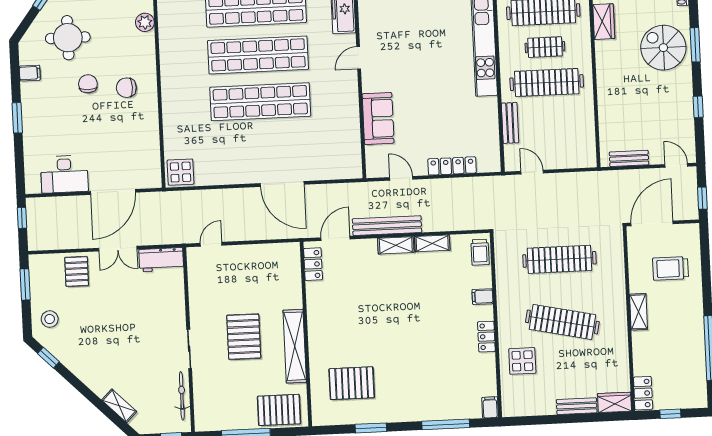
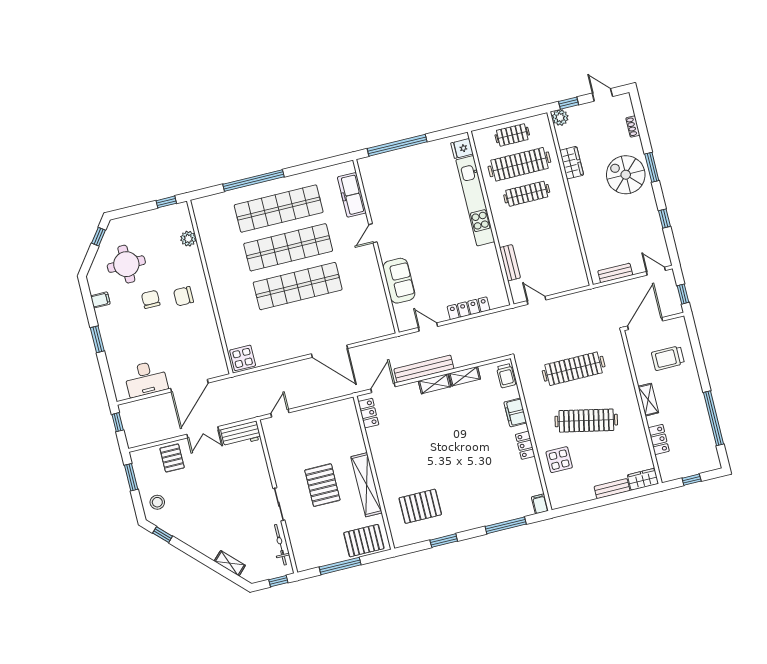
clothes rail: (545, 47) -> (527, 194), width x1.36
clothes rail: (547, 83) -> (534, 223), removed
filing cabinet: (482, 297) -> (515, 412), width x2.00
locker: (643, 393) -> (659, 439), moved

